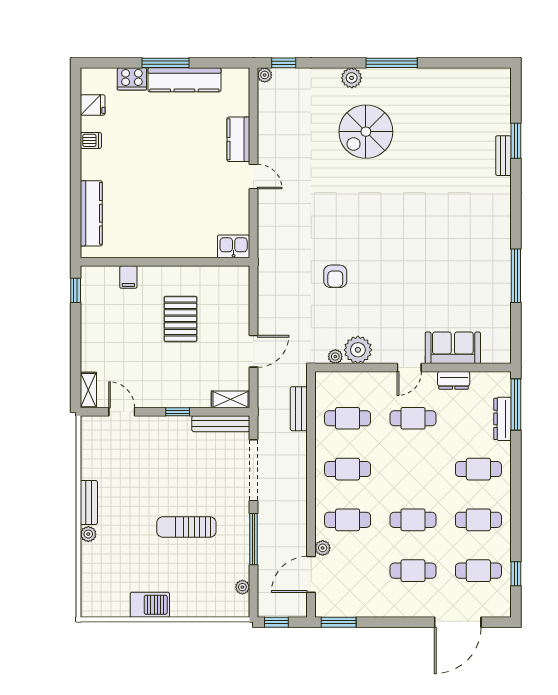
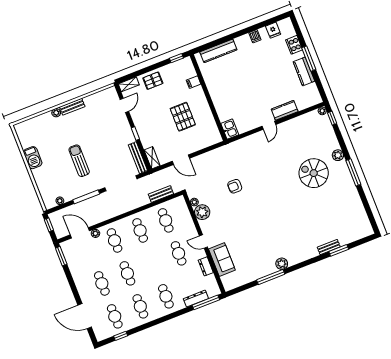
kitchen counter: (184, 80) -> (304, 71), width x0.67
plant: (500, 248) -> (282, 264), added
pallet: (181, 319) -> (183, 117), turned 90
pallet: (98, 346) -> (153, 81), added

